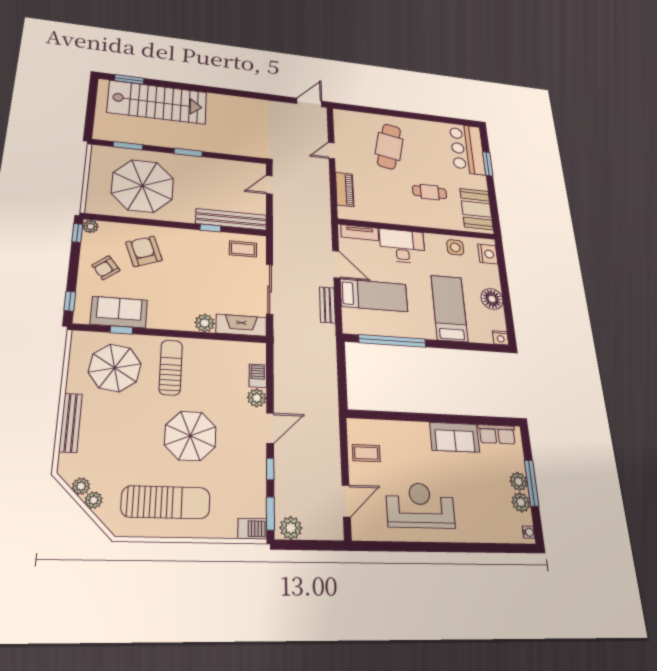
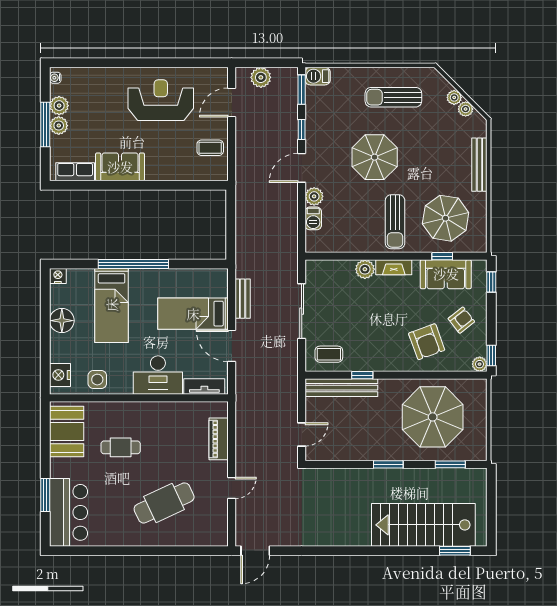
cafe table: (389, 146) -> (164, 503), turned 54
fireplace: (241, 325) -> (394, 267), moved, width x0.73, depth x0.76
window: (392, 341) -> (133, 264), moved
sun lounger: (166, 502) -> (393, 97), width x0.73, depth x0.75
reception desk: (420, 505) -> (161, 100), turned 180
plant: (291, 528) -> (261, 77), moved

